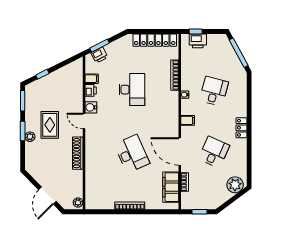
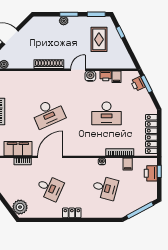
filing cabinet: (188, 120) -> (128, 164), moved
rug: (50, 125) -> (99, 39), moved, turned 90

